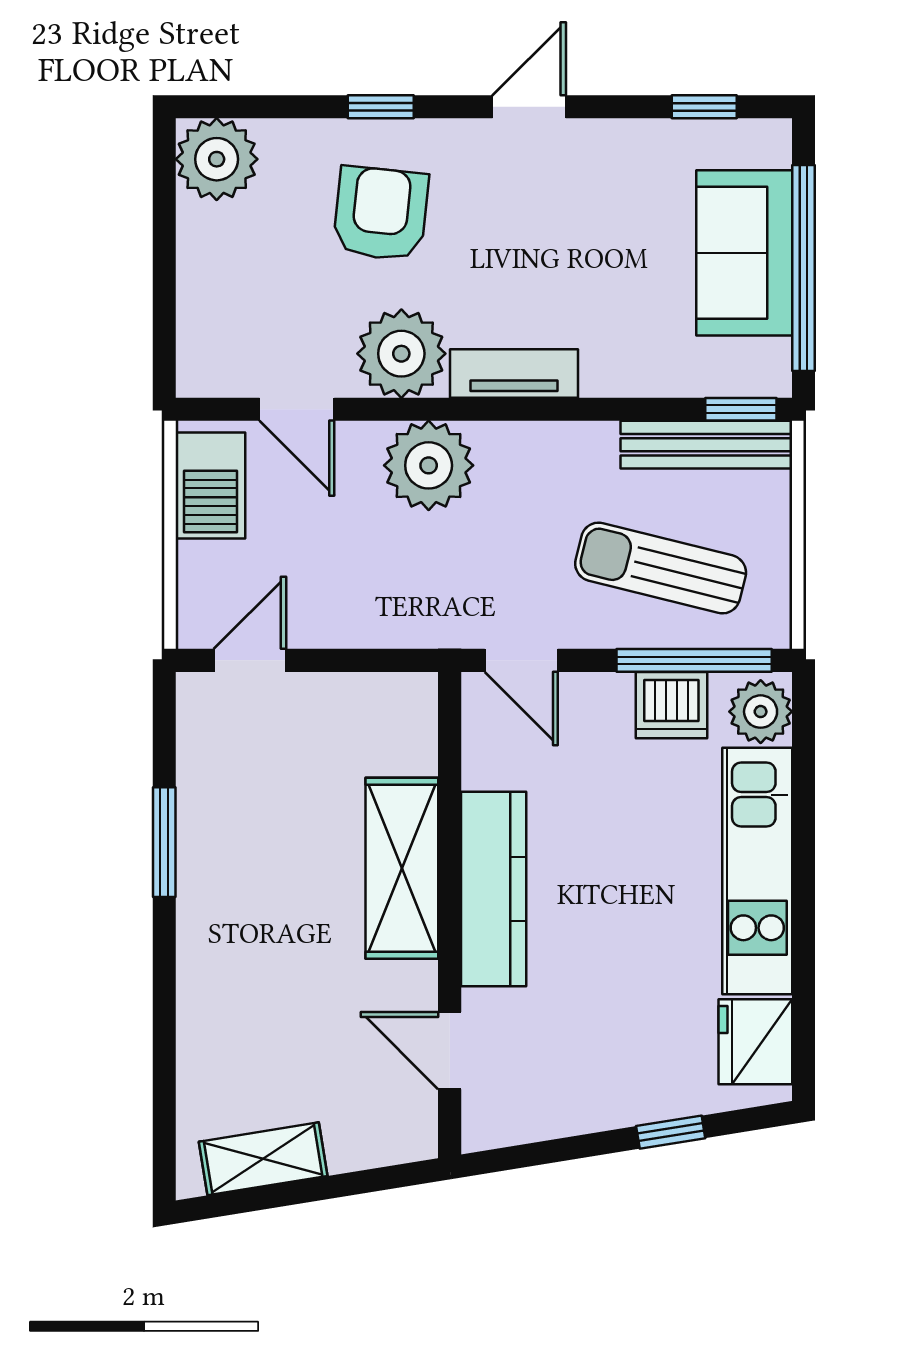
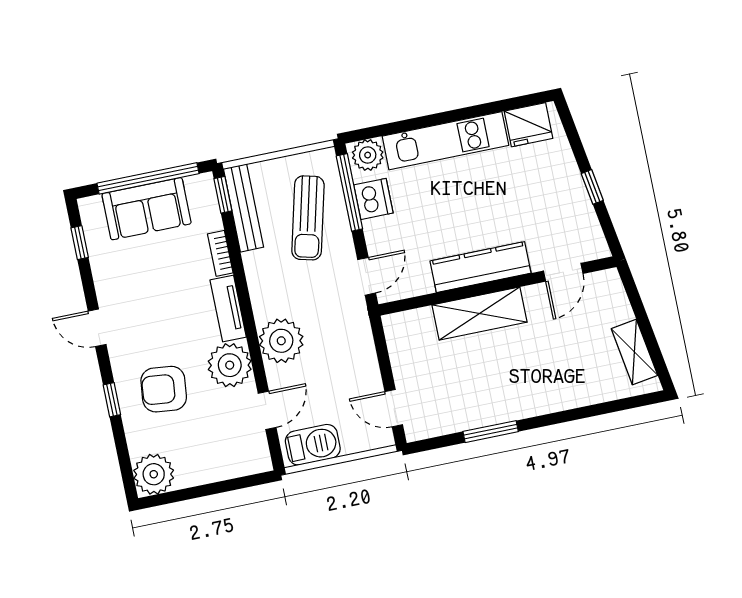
bookcase: (626, 380) -> (220, 253), added
window: (671, 1132) -> (592, 187), moved

